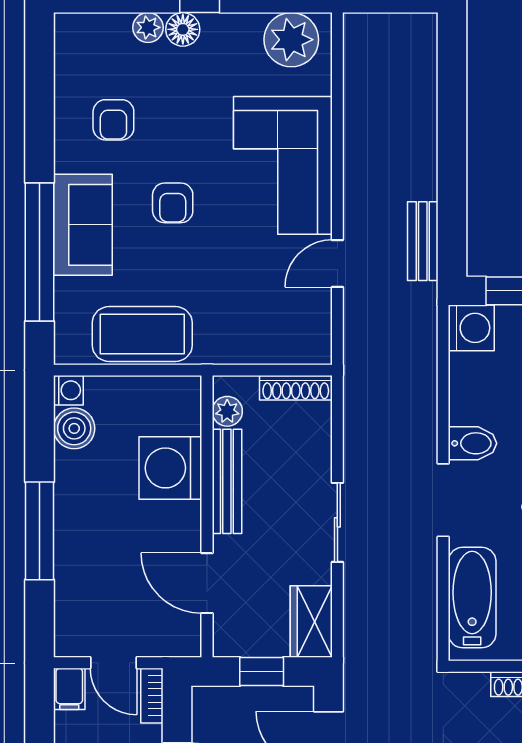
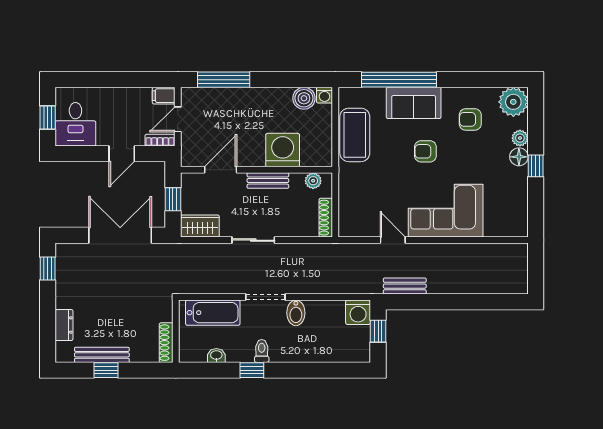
plant: (291, 40) -> (513, 102), moved
bench: (227, 481) -> (268, 181), width x0.73
window: (40, 531) -> (224, 80), moved

